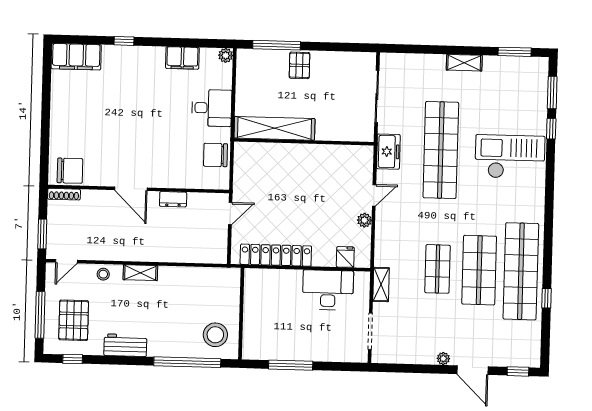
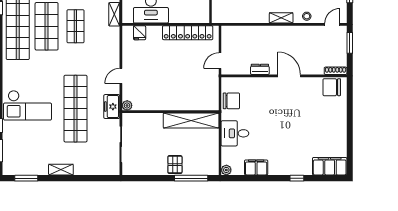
plant: (364, 220) -> (127, 105), moved

